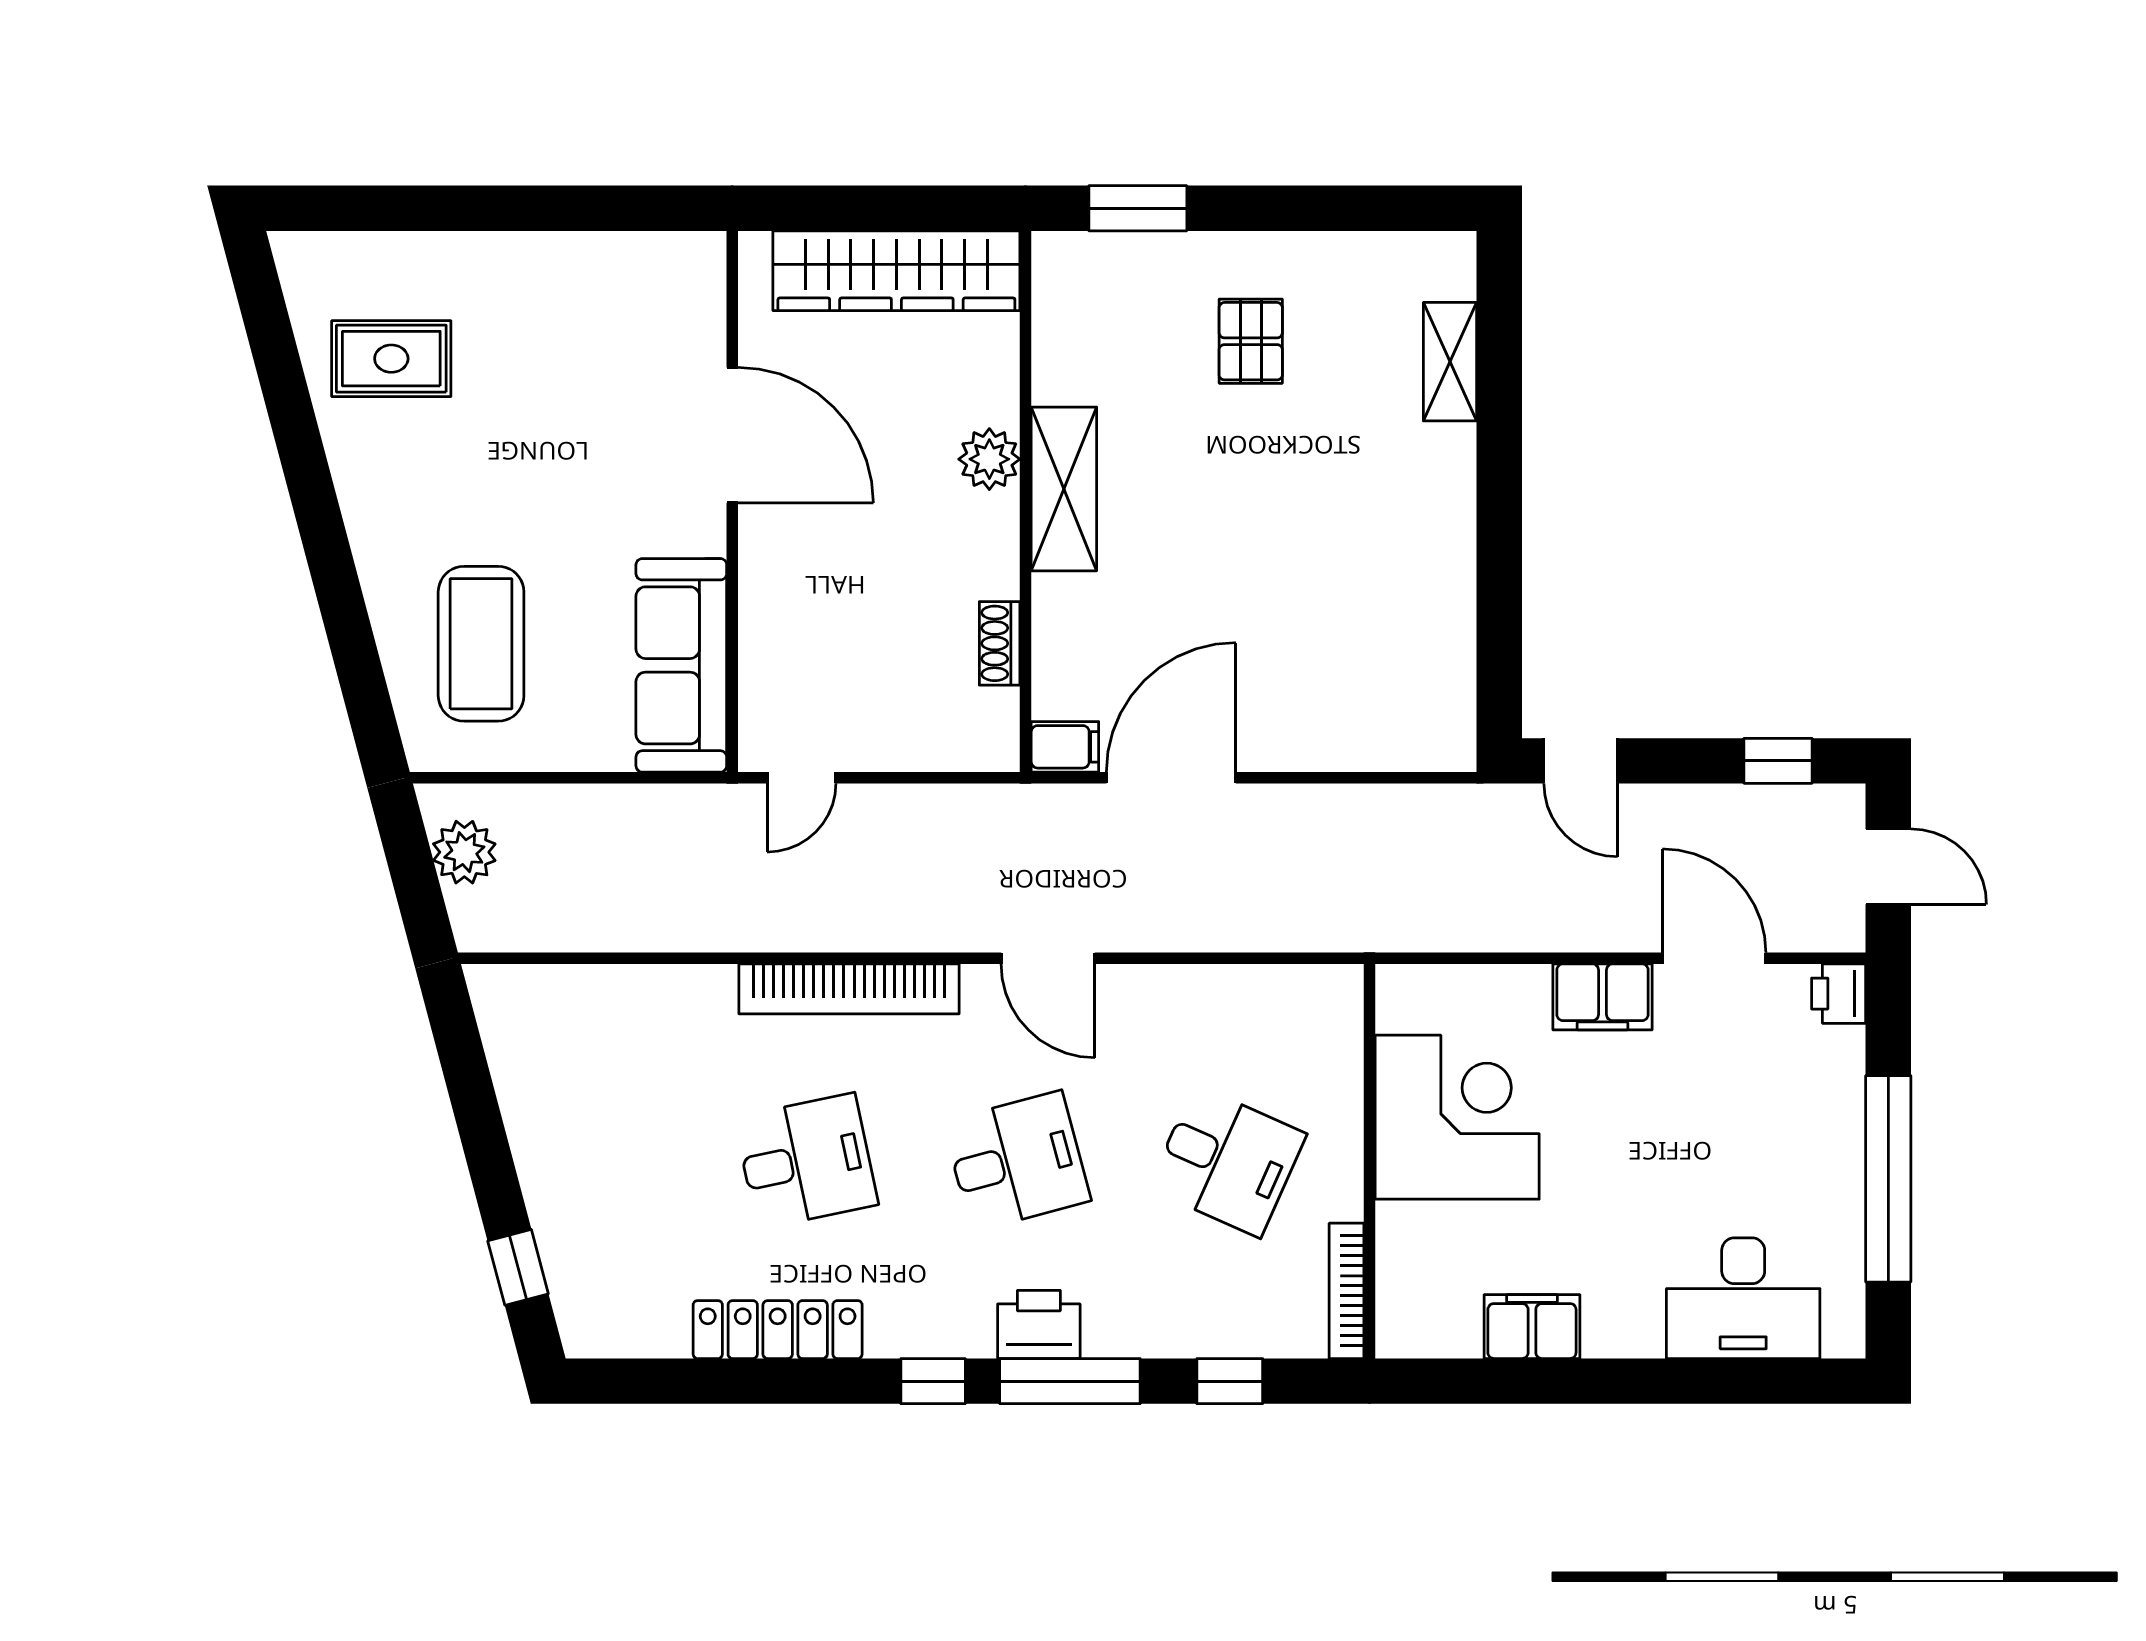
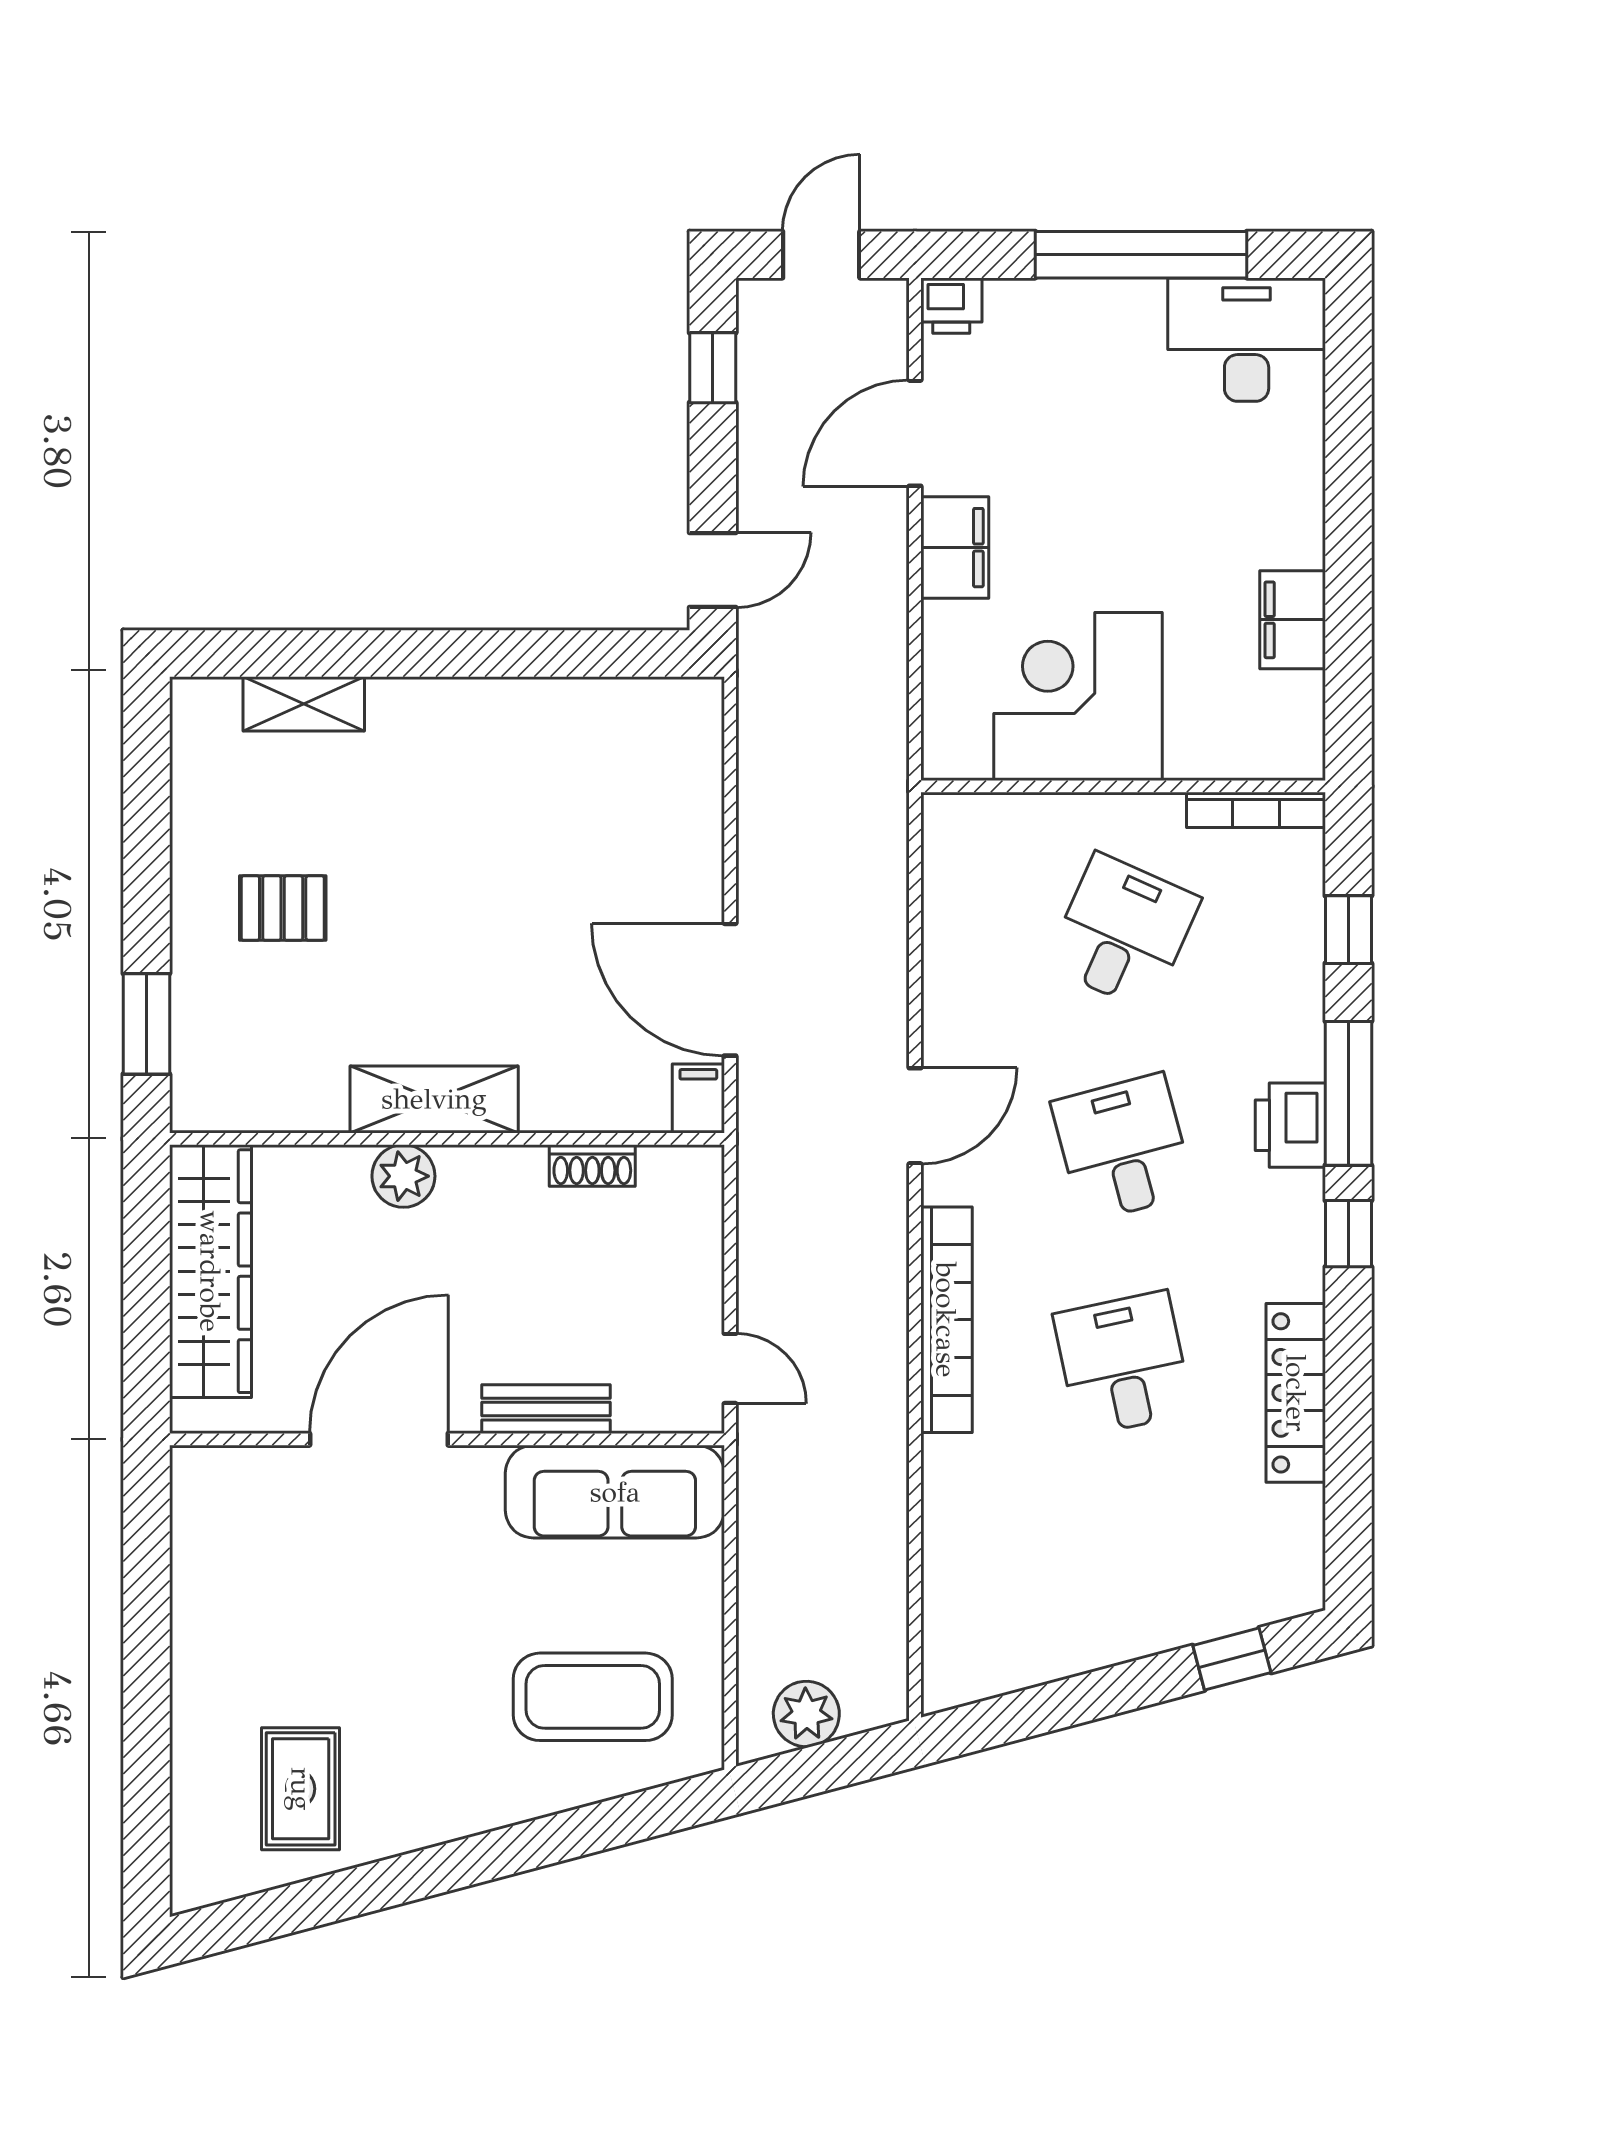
bench: (762, 598) -> (546, 1409), added
desk: (1743, 1298) -> (1247, 340), moved, turned -90

